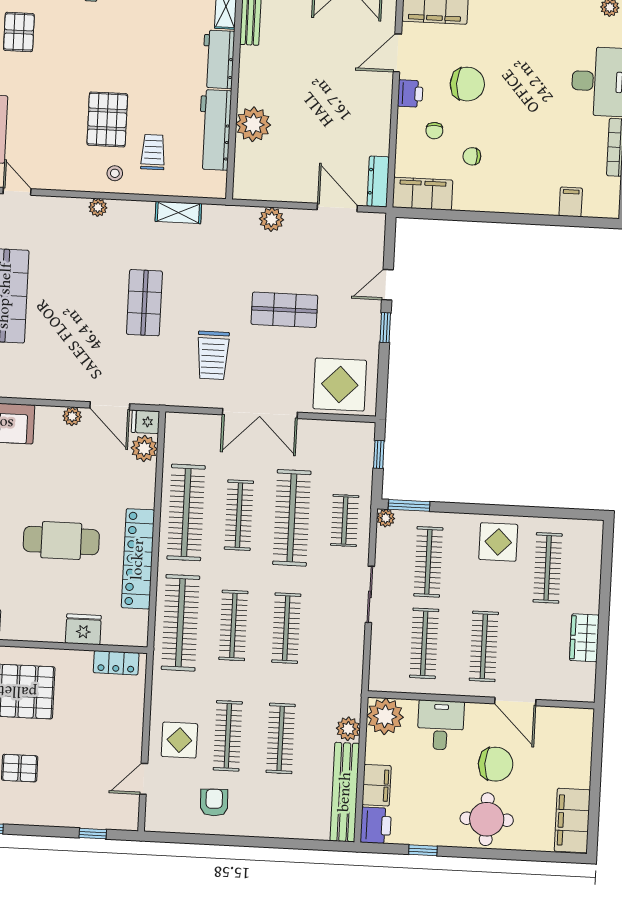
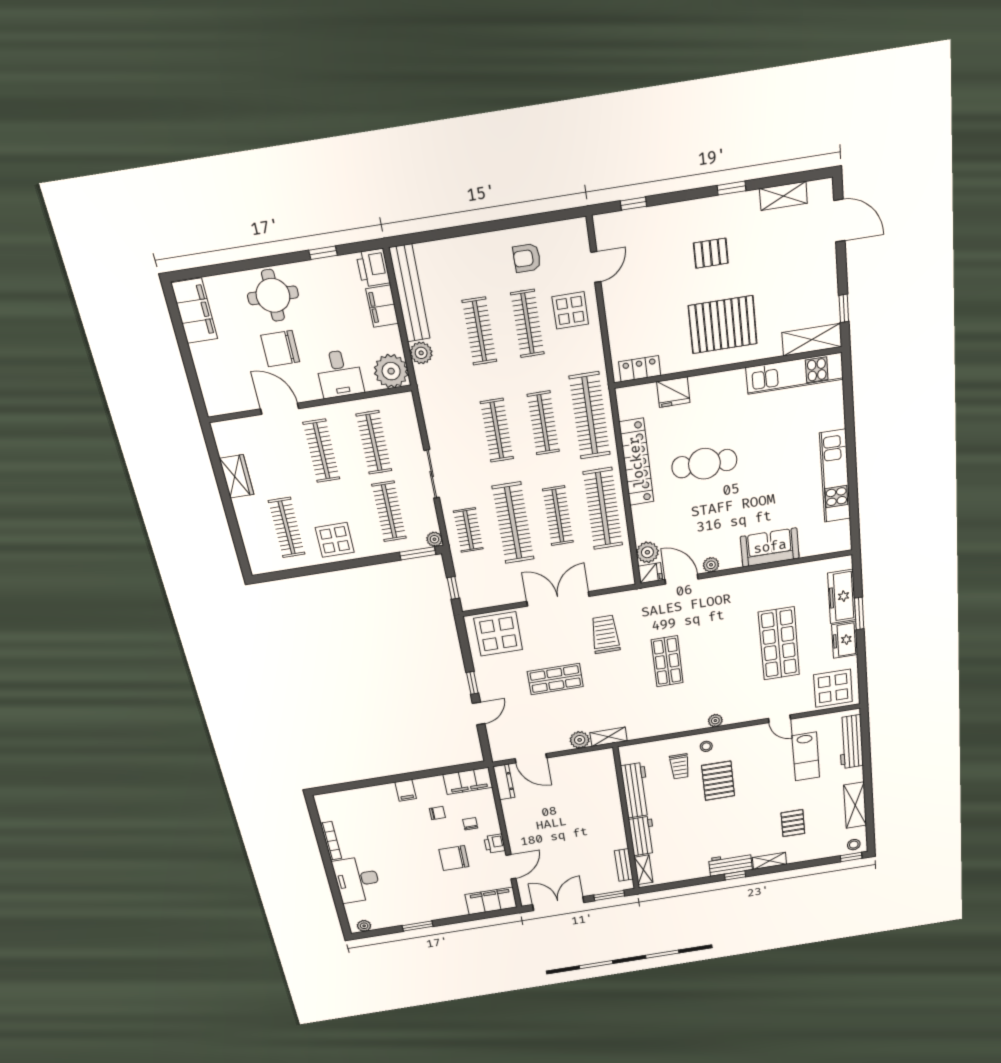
plant: (253, 124) -> (607, 800), removed
filing cabinet: (571, 202) -> (406, 790), moved
shelving: (178, 212) -> (609, 737), moved
armchair: (214, 803) -> (527, 258), turned 92

